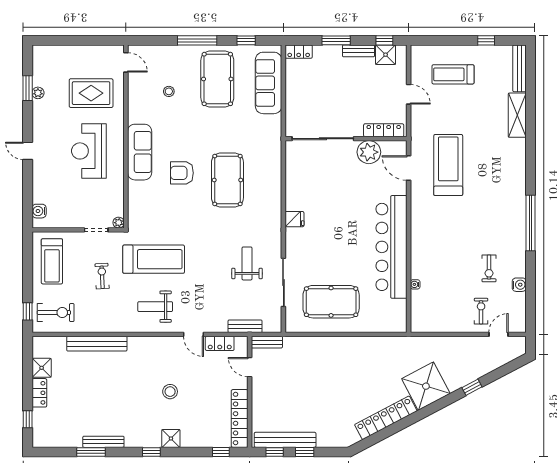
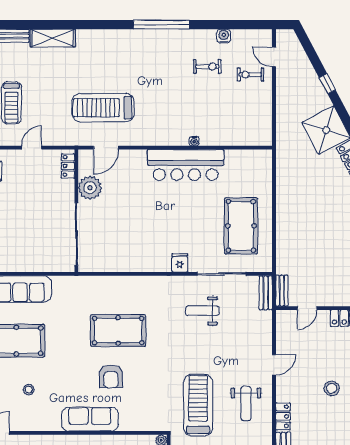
locker: (384, 130) -> (68, 166), width x0.66
fridge: (294, 219) -> (180, 263), moved
bar counter: (391, 247) -> (186, 165), width x0.73
water cooler: (415, 284) -> (194, 141), moved
bench: (245, 326) -> (266, 293), moved
locker: (220, 343) -> (283, 416), moved

